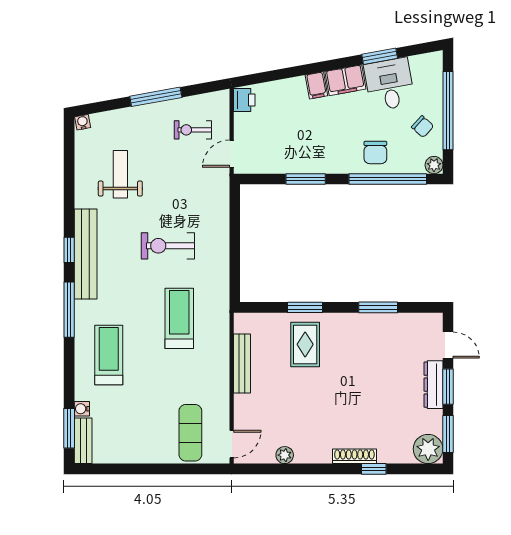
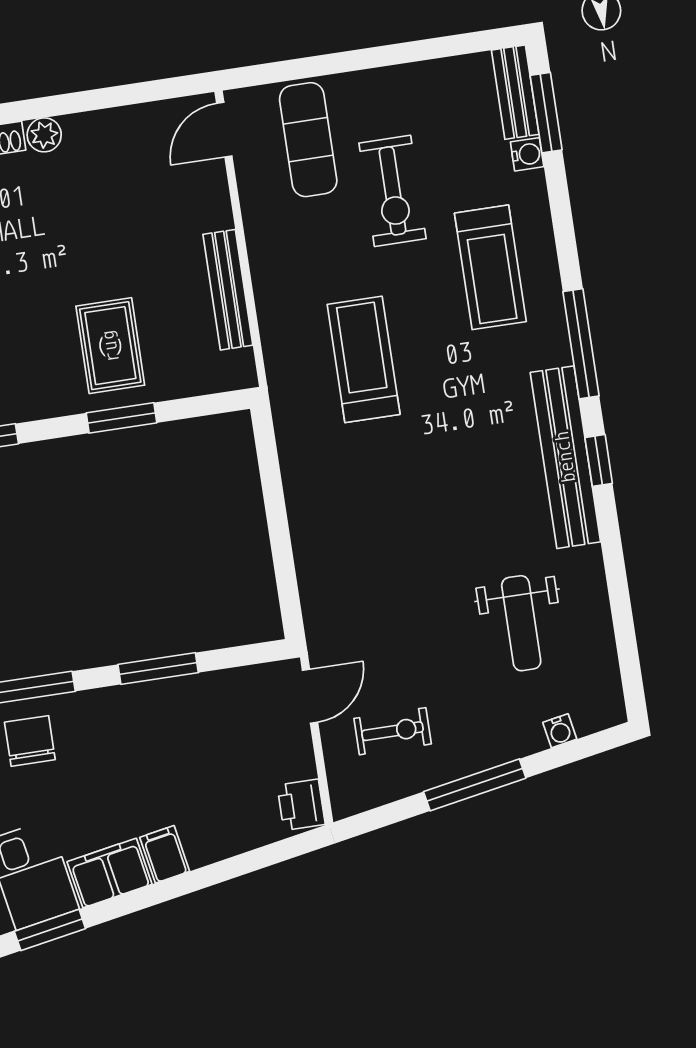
water cooler: (83, 122) -> (560, 731), moved
exercise bike: (168, 246) -> (392, 191), moved, turned 90
treadmill: (179, 318) -> (364, 359), turned 180
plant: (285, 455) -> (44, 135), moved

